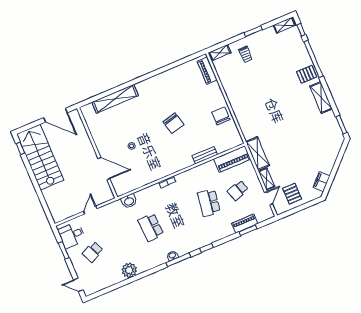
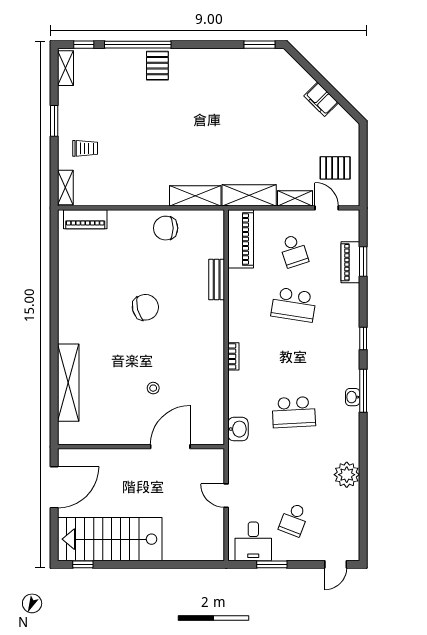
shelving: (321, 98) -> (195, 196), moved
filing cabinet: (321, 182) -> (321, 99), moved
school desk: (93, 252) -> (294, 520), turned 45

